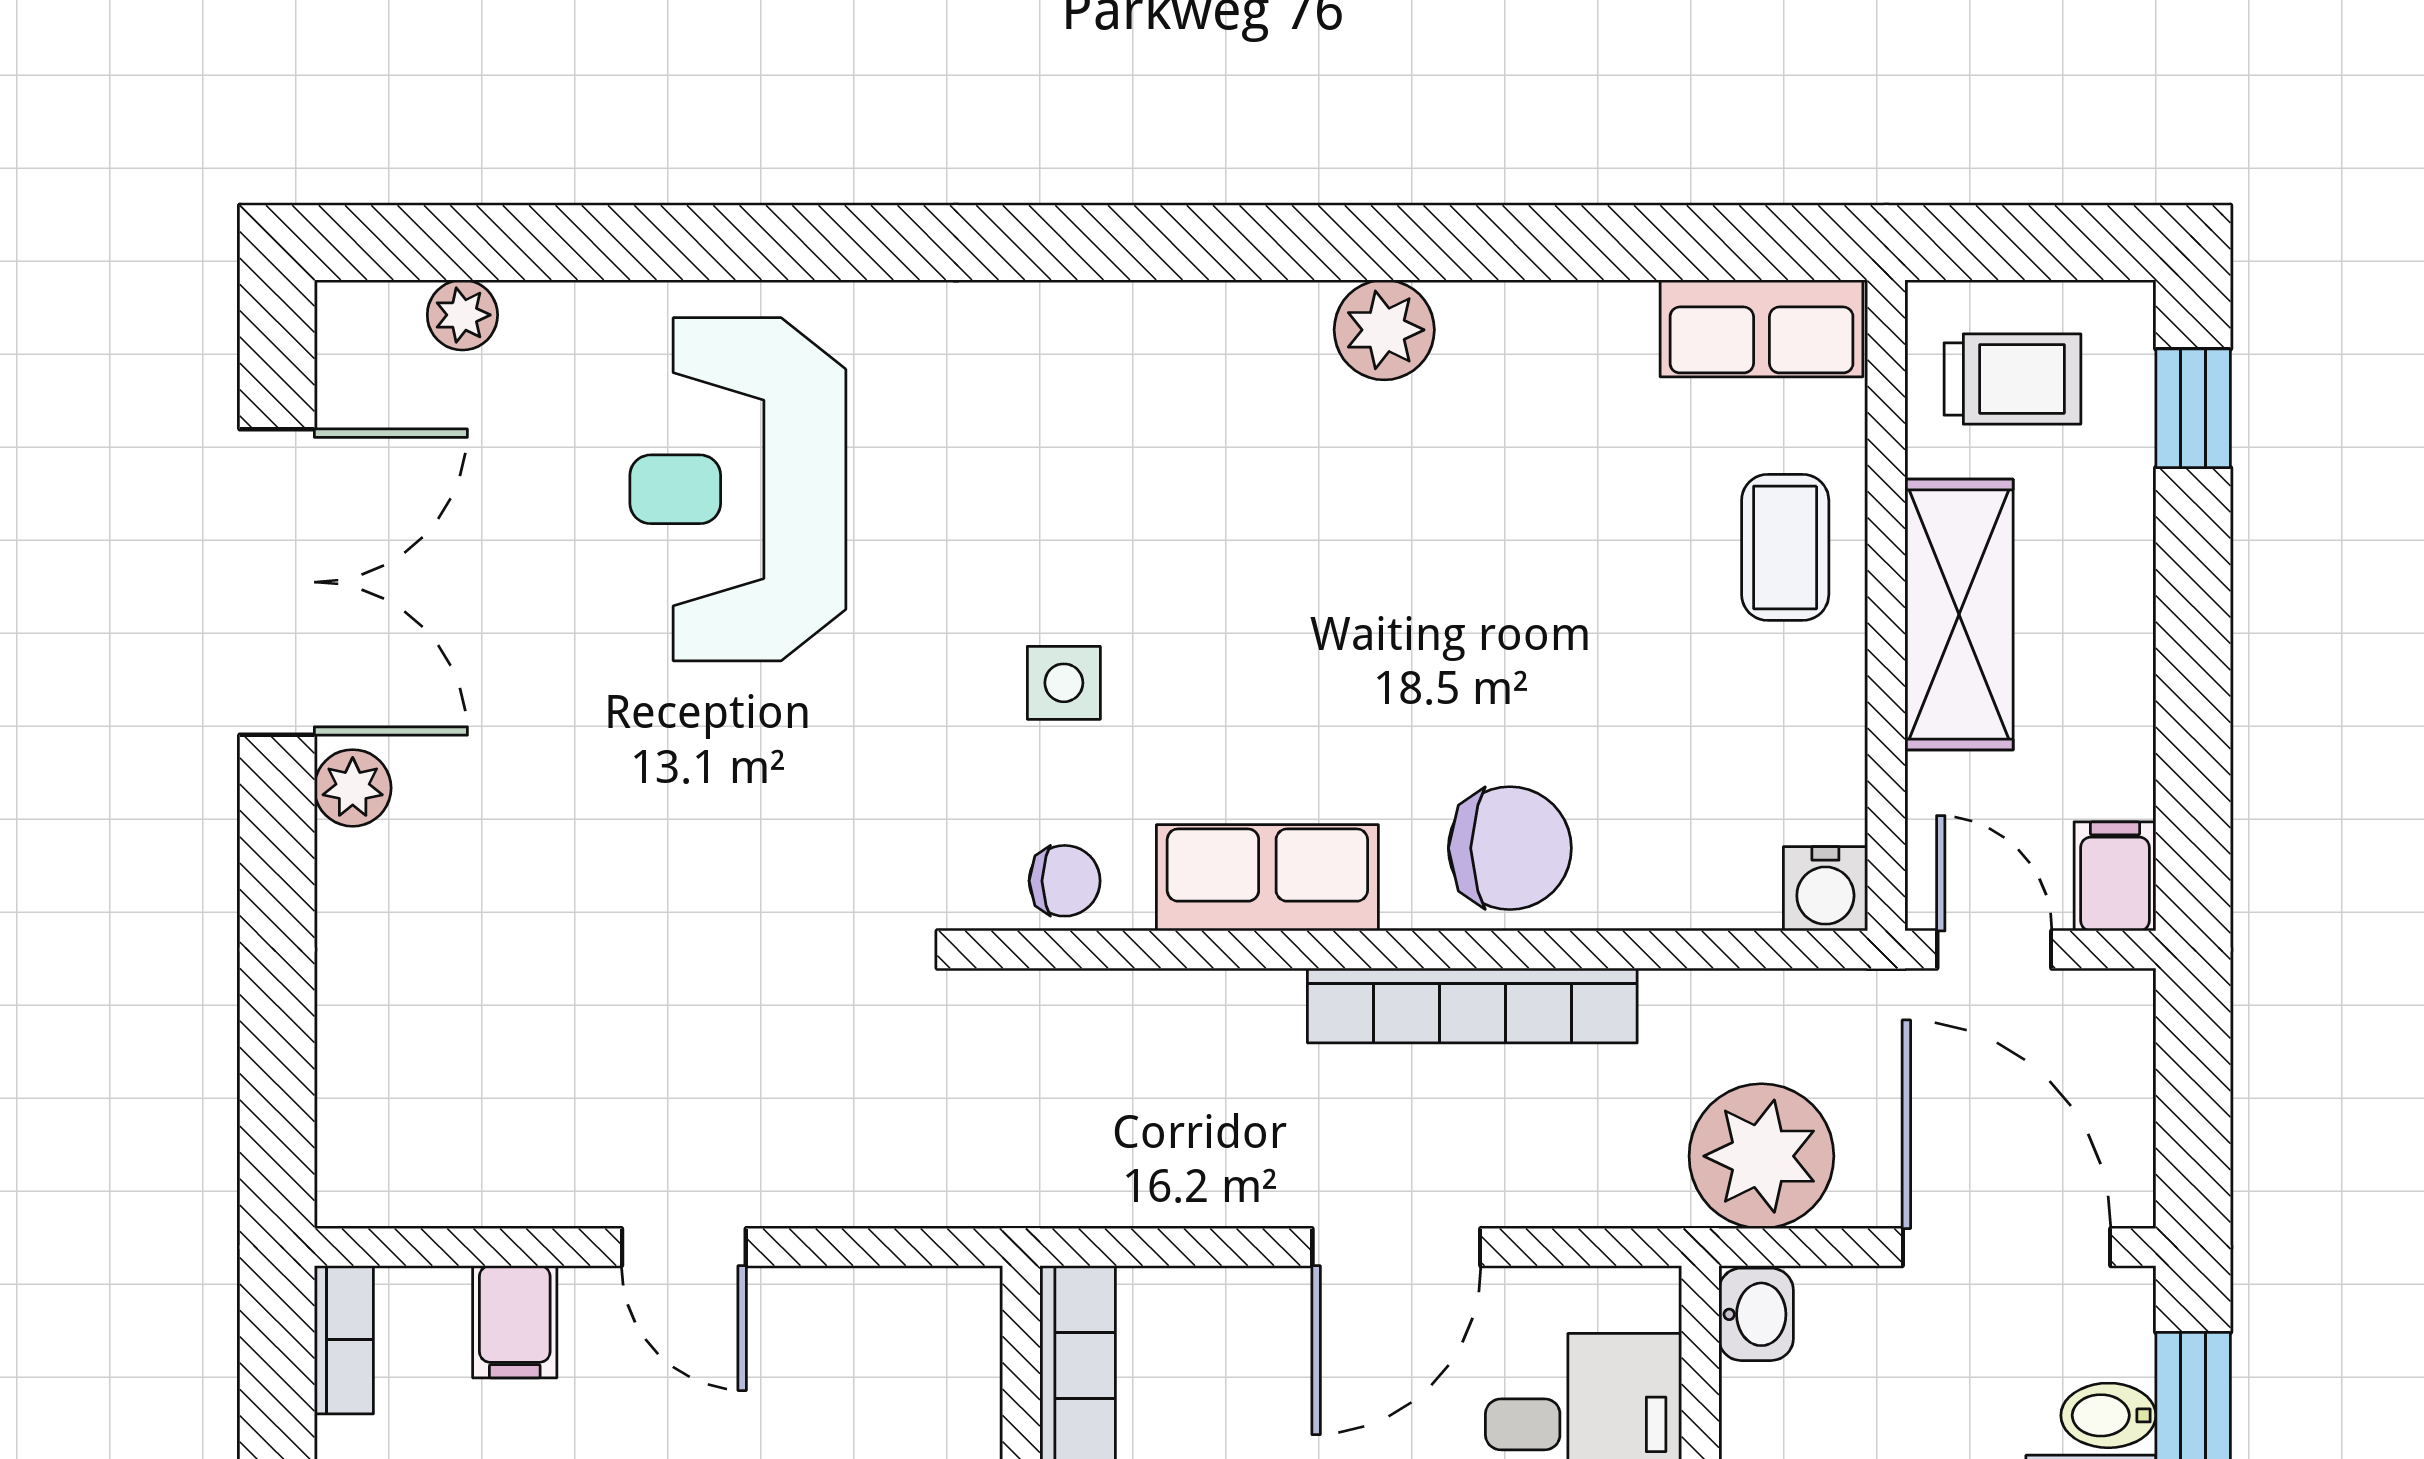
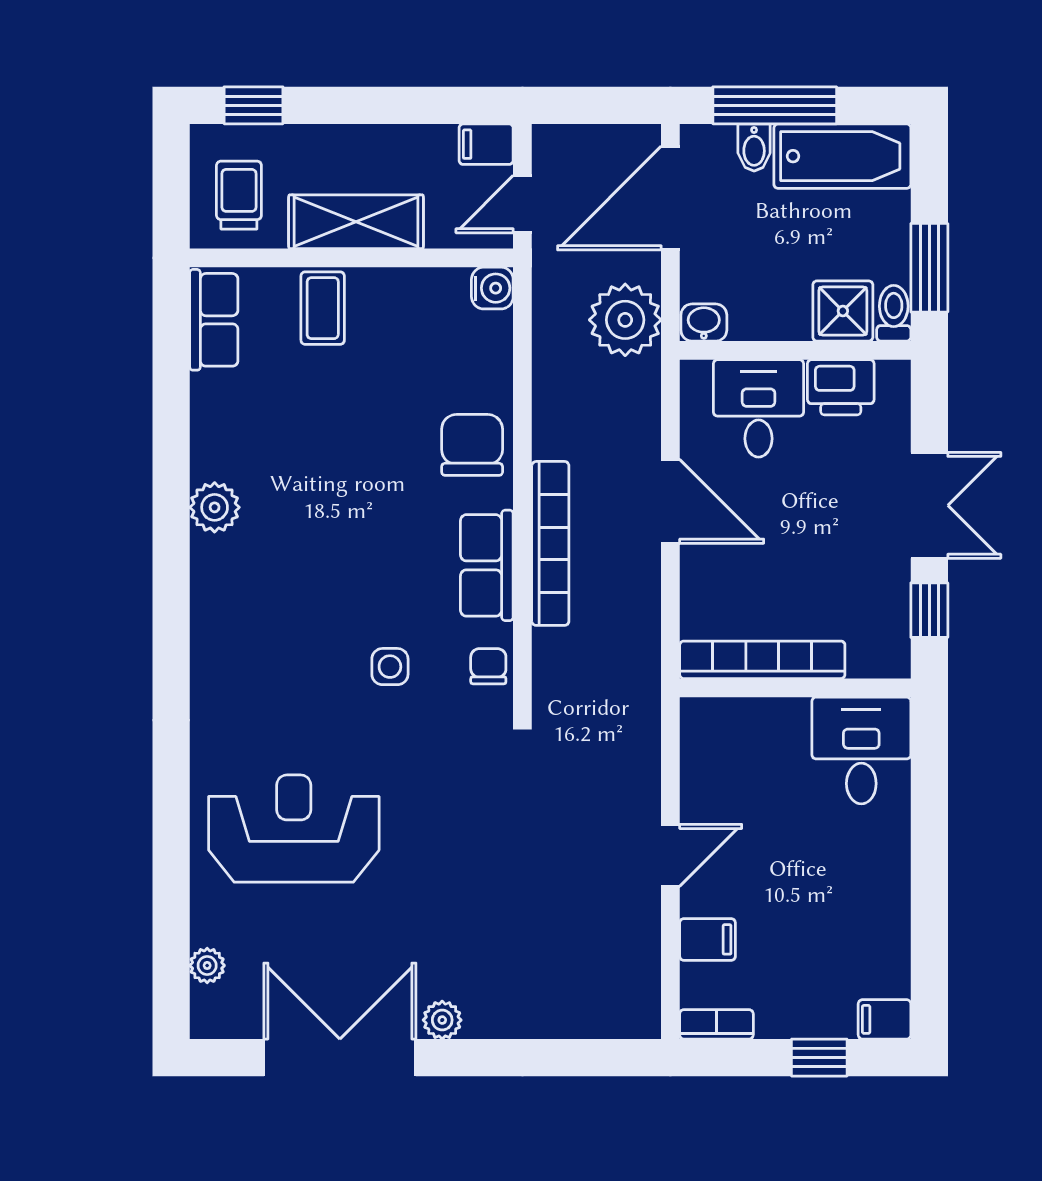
reception desk: (738, 489) -> (294, 829), turned 180
coffee table: (1785, 547) -> (323, 308), turned 90
bookcase: (1472, 1006) -> (550, 543), moved

